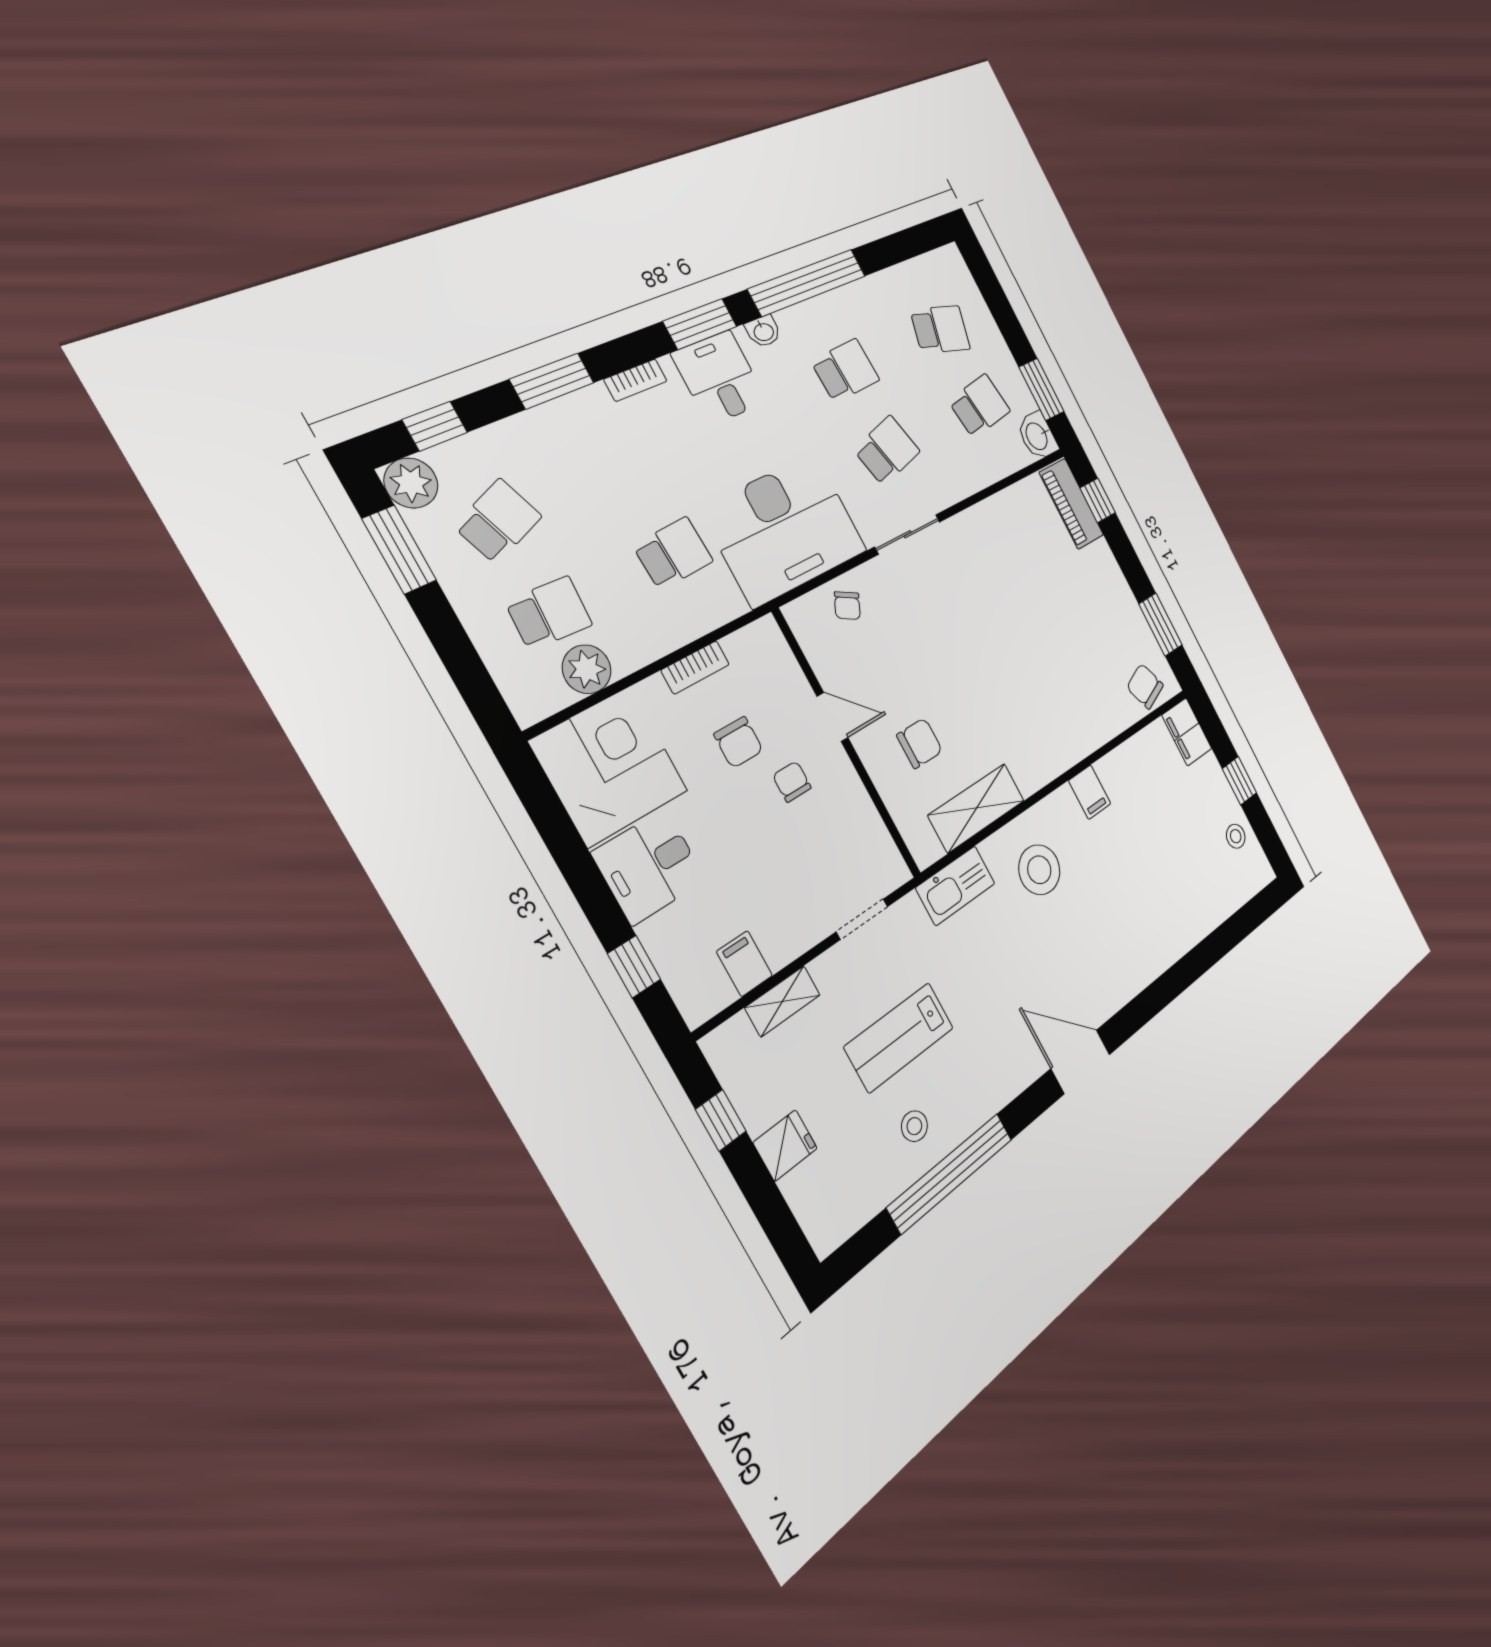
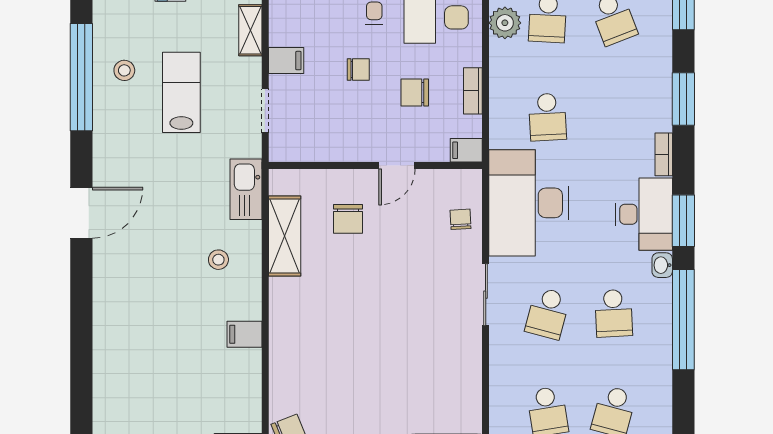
desk: (719, 378) -> (644, 214), width x1.37
school desk: (887, 451) -> (548, 313), turned 30
chair: (847, 606) -> (461, 219), turned 59
filing cabinet: (769, 639) -> (466, 150), added
chair: (792, 782) -> (358, 70), moved
stool: (1039, 870) -> (218, 260), width x0.53, depth x0.53
filing cabinet: (744, 964) -> (286, 61), moved

